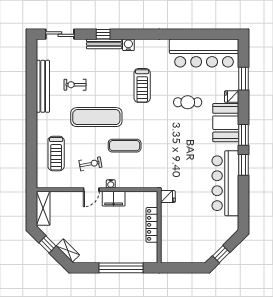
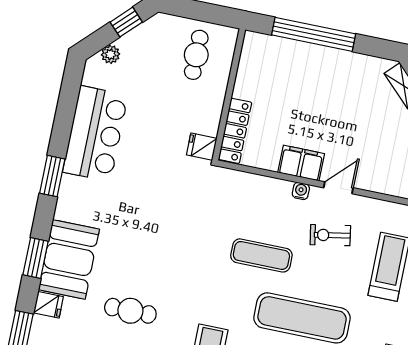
window: (243, 135) -> (36, 258), moved
bar counter: (225, 183) -> (95, 134), width x0.73
locker: (152, 225) -> (235, 131), moved
plant: (226, 235) -> (110, 54), added
cafe table: (181, 244) -> (196, 55), added

